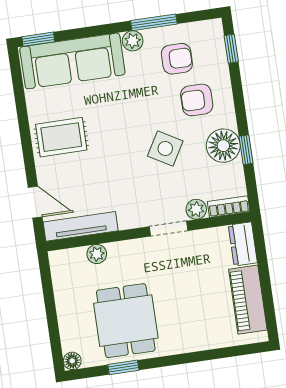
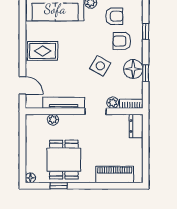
window: (231, 49) -> (146, 31), moved
tv unit: (81, 226) -> (64, 103), moved
piano: (248, 300) -> (115, 174), moved, turned 90

